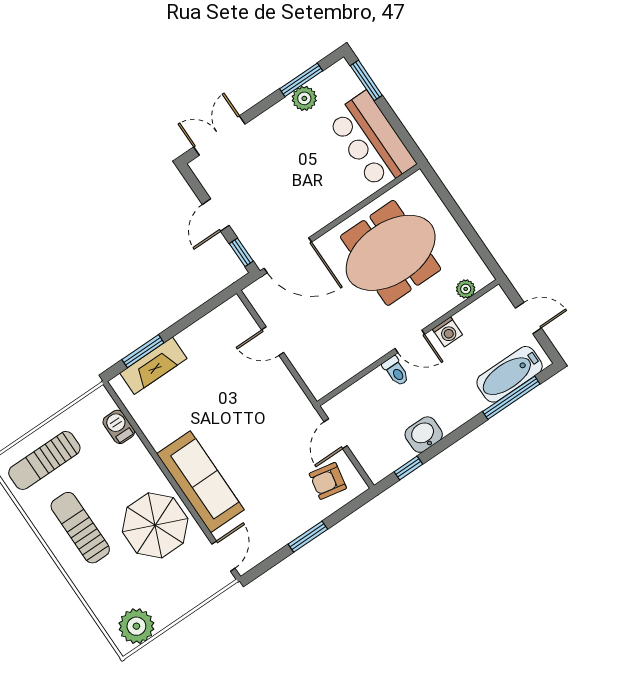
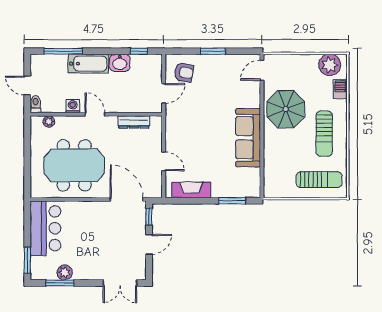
fireplace: (153, 366) -> (191, 190), moved
dresser: (350, 367) -> (134, 122), added
toilet: (396, 371) -> (36, 104), moved
bathtub: (510, 374) -> (88, 64), moved
barbecue: (119, 427) -> (340, 89), moved, turned 180
sofa: (200, 482) -> (248, 138), moved

